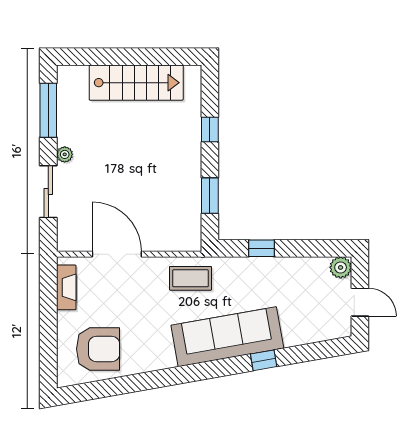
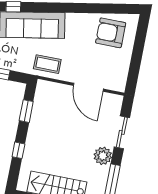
plant: (65, 154) -> (103, 156), width x1.88, depth x1.88
fireplace: (66, 287) -> (122, 73), removed

